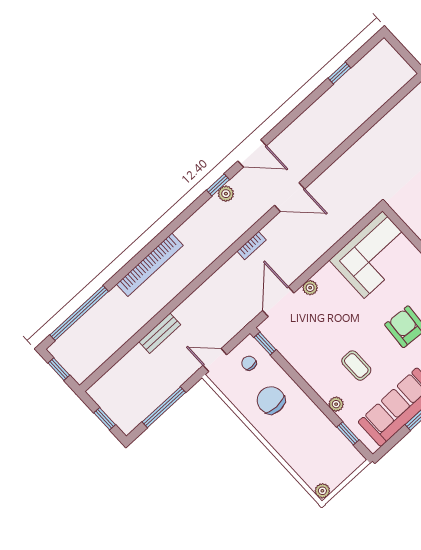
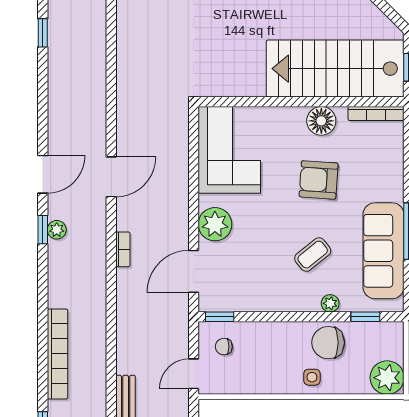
plant: (310, 288) -> (215, 224), width x1.88, depth x1.88
door: (278, 302) -> (194, 271), hinge flipped
coffee table: (356, 366) -> (313, 255), turned -39
chair: (271, 400) -> (328, 343), moved
side table: (280, 435) -> (312, 377), added
plant: (322, 491) -> (387, 378), width x1.87, depth x1.87

